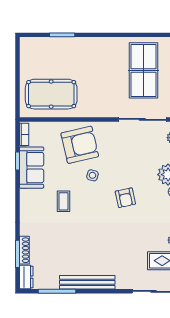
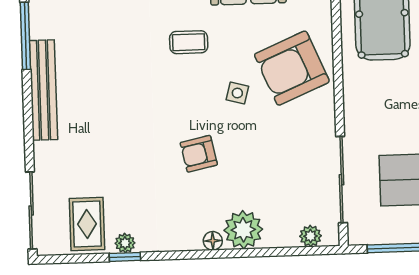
armchair: (80, 145) -> (292, 68), turned 80

